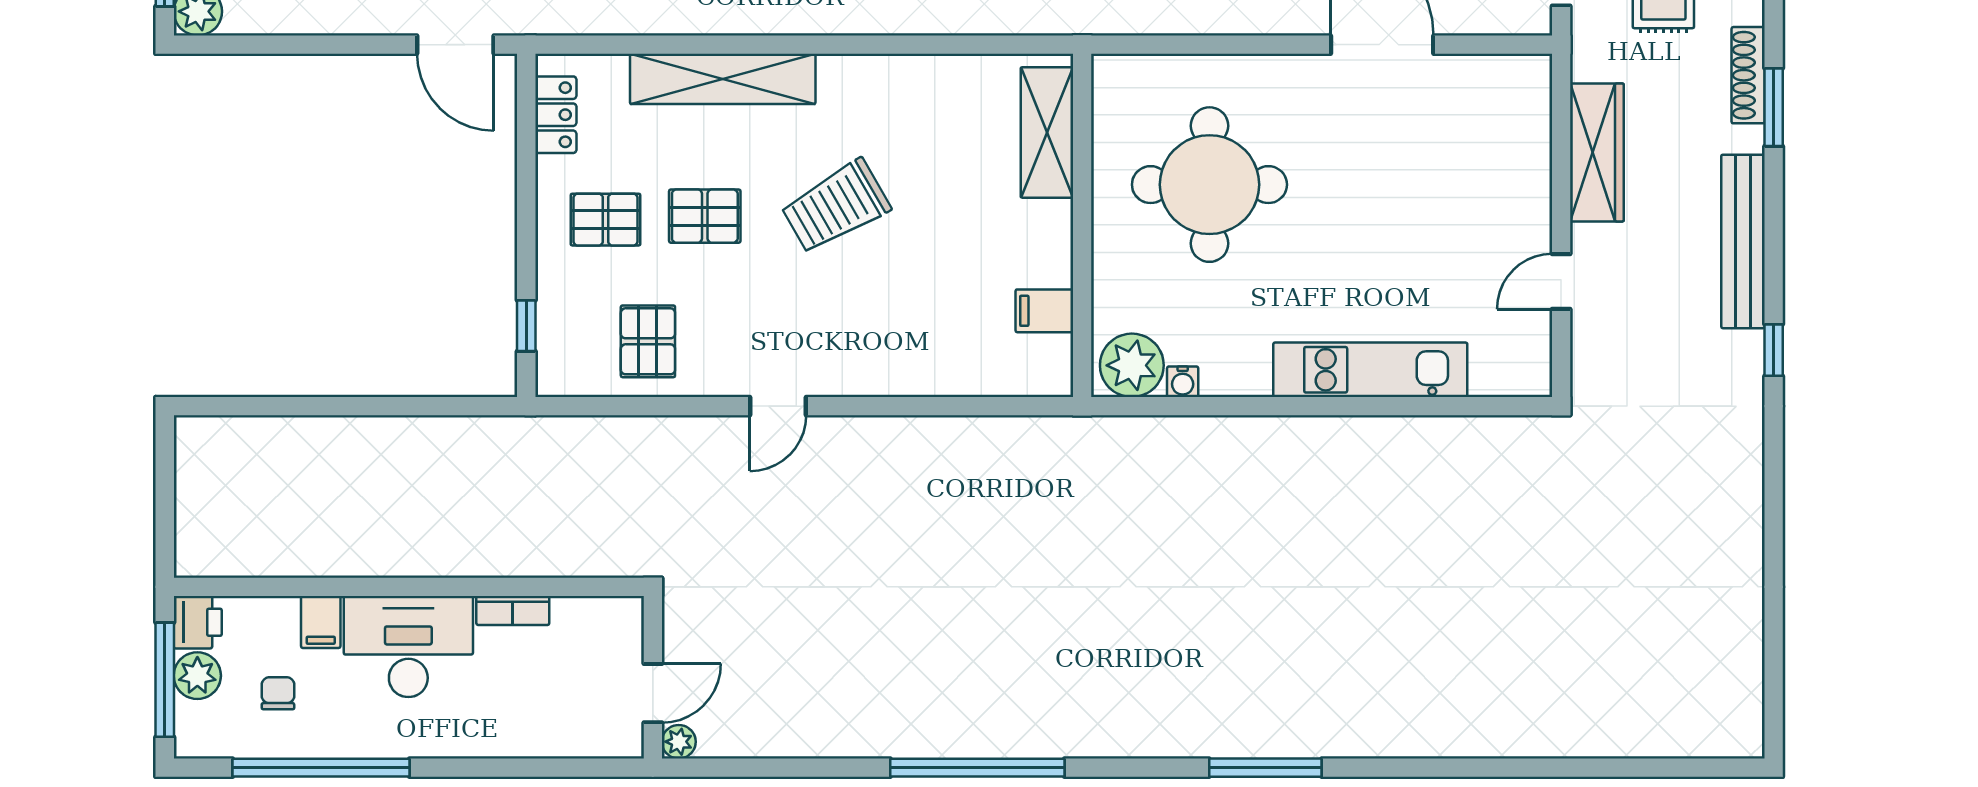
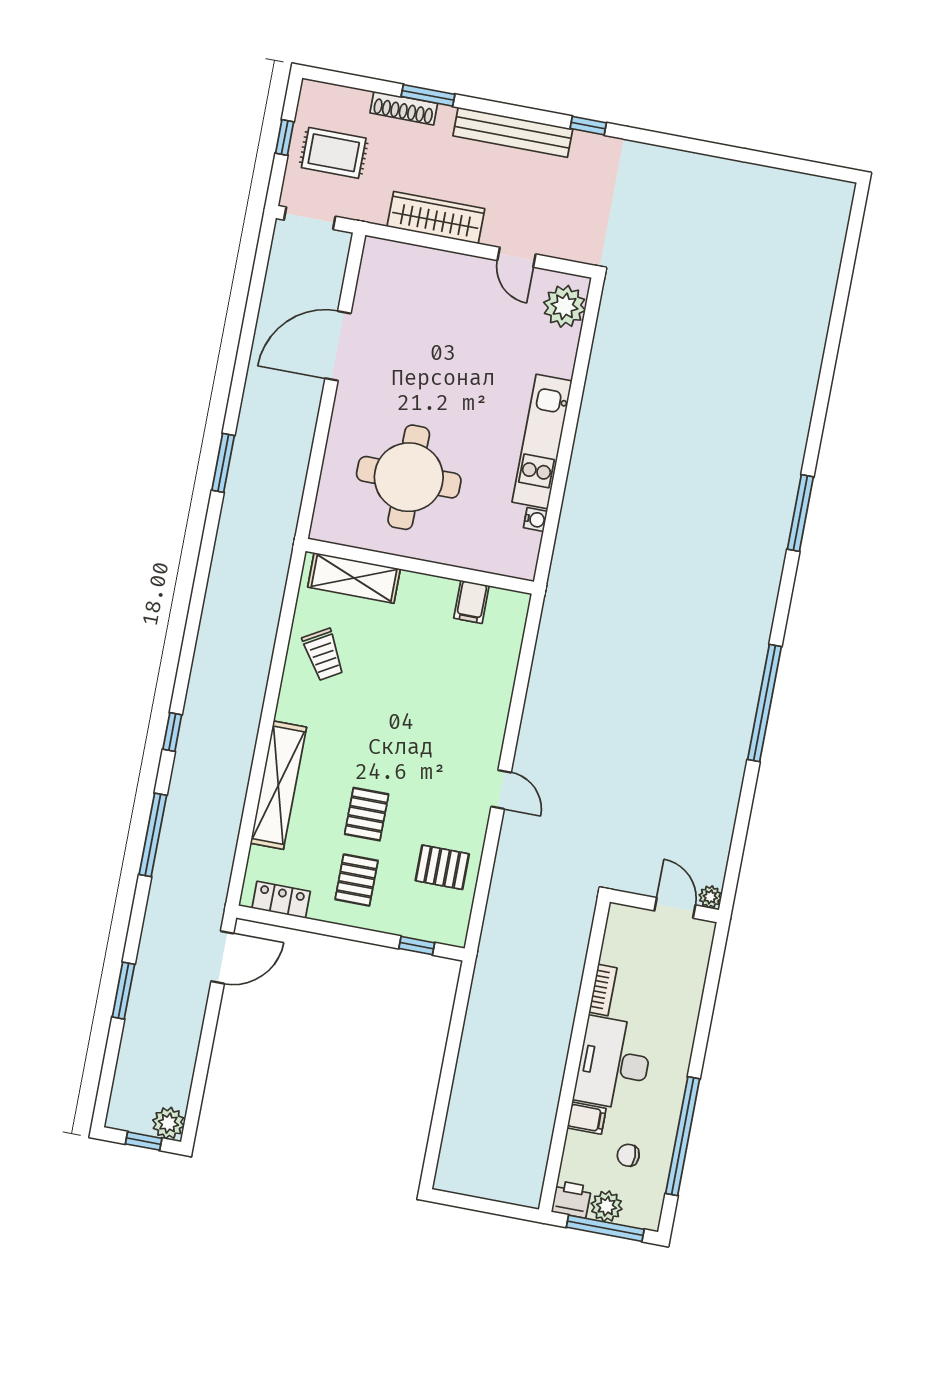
trolley: (836, 207) -> (323, 655), moved, width x0.73, depth x0.72
plant: (1132, 365) -> (565, 306), moved
kitchen unit: (1370, 370) -> (542, 442), moved

